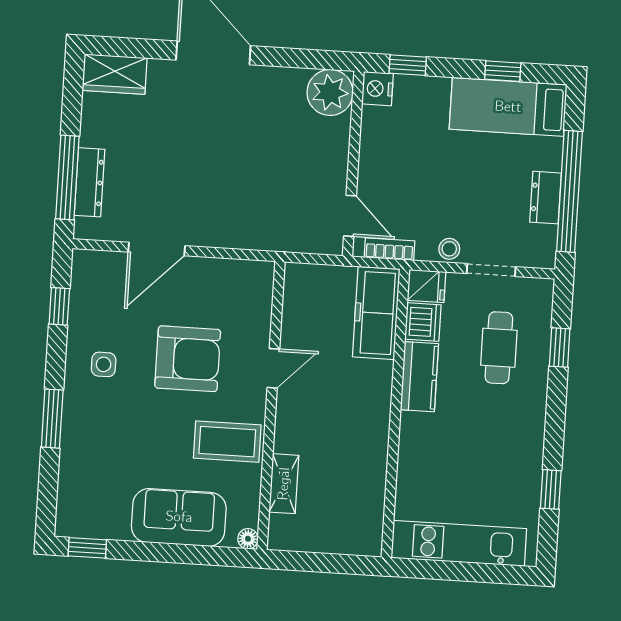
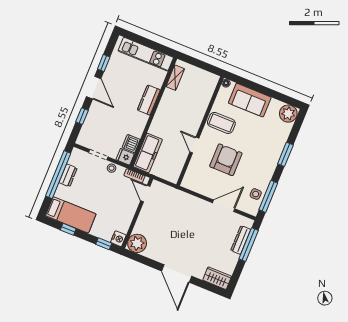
window: (59, 306) -> (268, 196), width x2.17
cafe table: (499, 348) -> (105, 124), removed
armchair: (188, 359) -> (226, 160), turned 90
side table: (104, 364) -> (256, 194), moved
door: (273, 368) -> (194, 145), hinge flipped
kitchen counter: (419, 377) -> (149, 100), moved
door: (555, 424) -> (94, 88), added
shelving: (284, 484) -> (175, 78), moved
plant: (78, 516) -> (288, 114), added
window: (87, 548) -> (289, 100), removed

